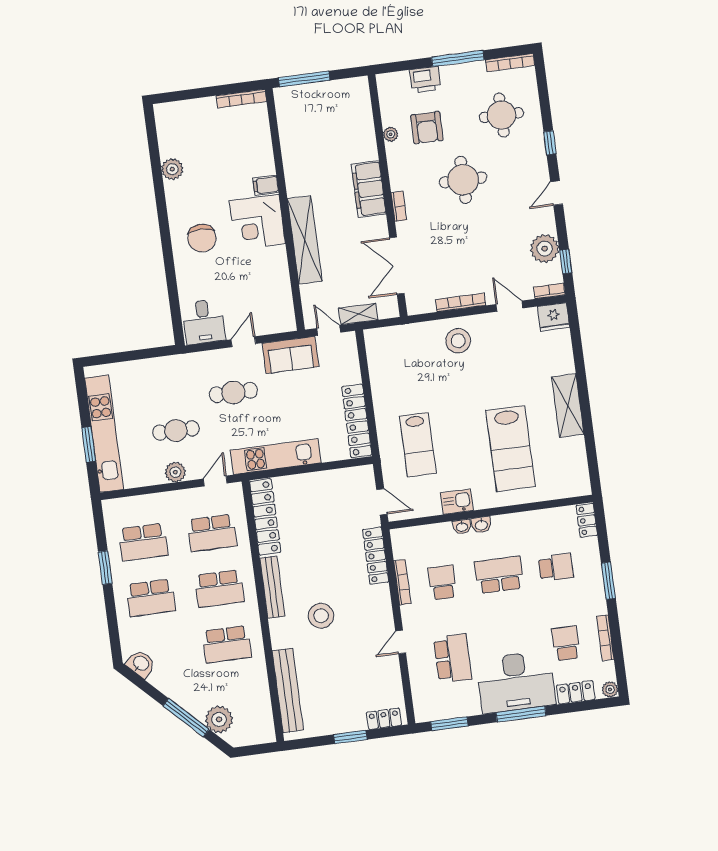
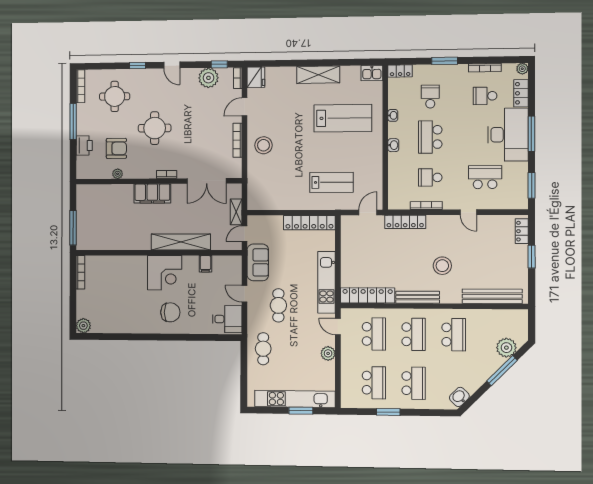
plant: (172, 169) -> (83, 326), moved
filing cabinet: (266, 185) -> (205, 264), moved
cafe table: (176, 430) -> (263, 349), moved
kitchen sink: (457, 502) -> (372, 73), moved, turned -90
washbasin: (462, 527) -> (393, 115), moved

